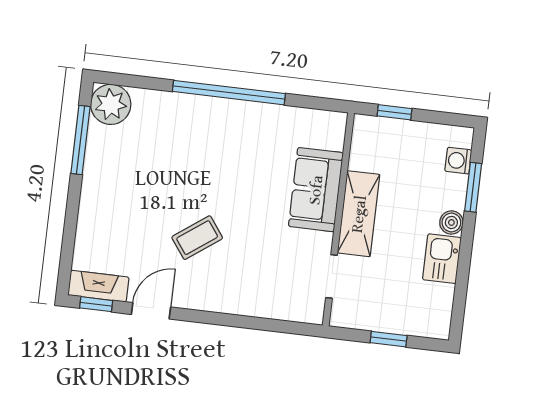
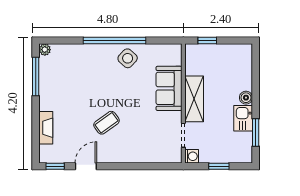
plant: (111, 104) -> (45, 50), width x0.53, depth x0.53
side table: (249, 127) -> (128, 58), added
washing machine: (458, 161) -> (192, 156), moved, turned 180
window: (473, 187) -> (256, 133), moved
fireplace: (98, 286) -> (46, 128), moved, turned 90

